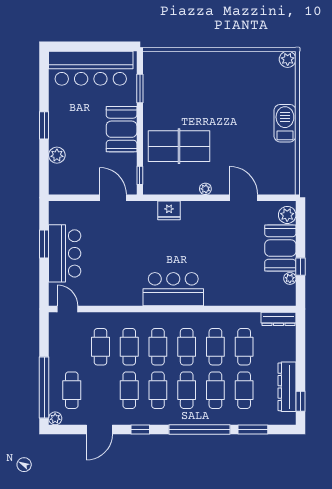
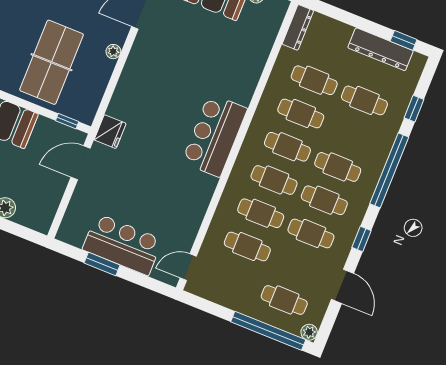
fridge: (169, 210) -> (110, 132), moved
cafe table: (215, 390) -> (351, 134), removed
window: (253, 429) -> (414, 109), width x0.67

